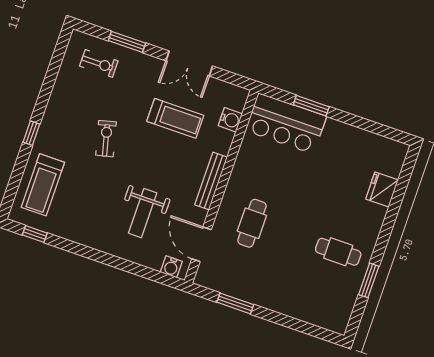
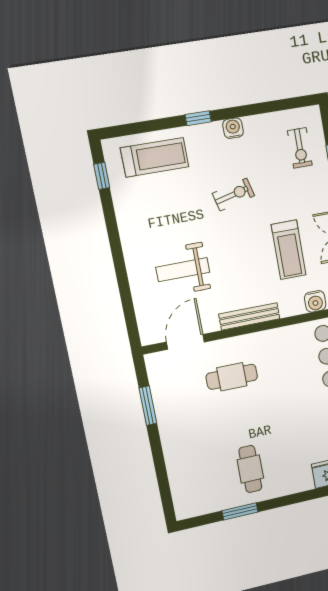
treadmill: (43, 185) -> (155, 157), turned 180
water cooler: (171, 267) -> (233, 128), moved, turned 90

